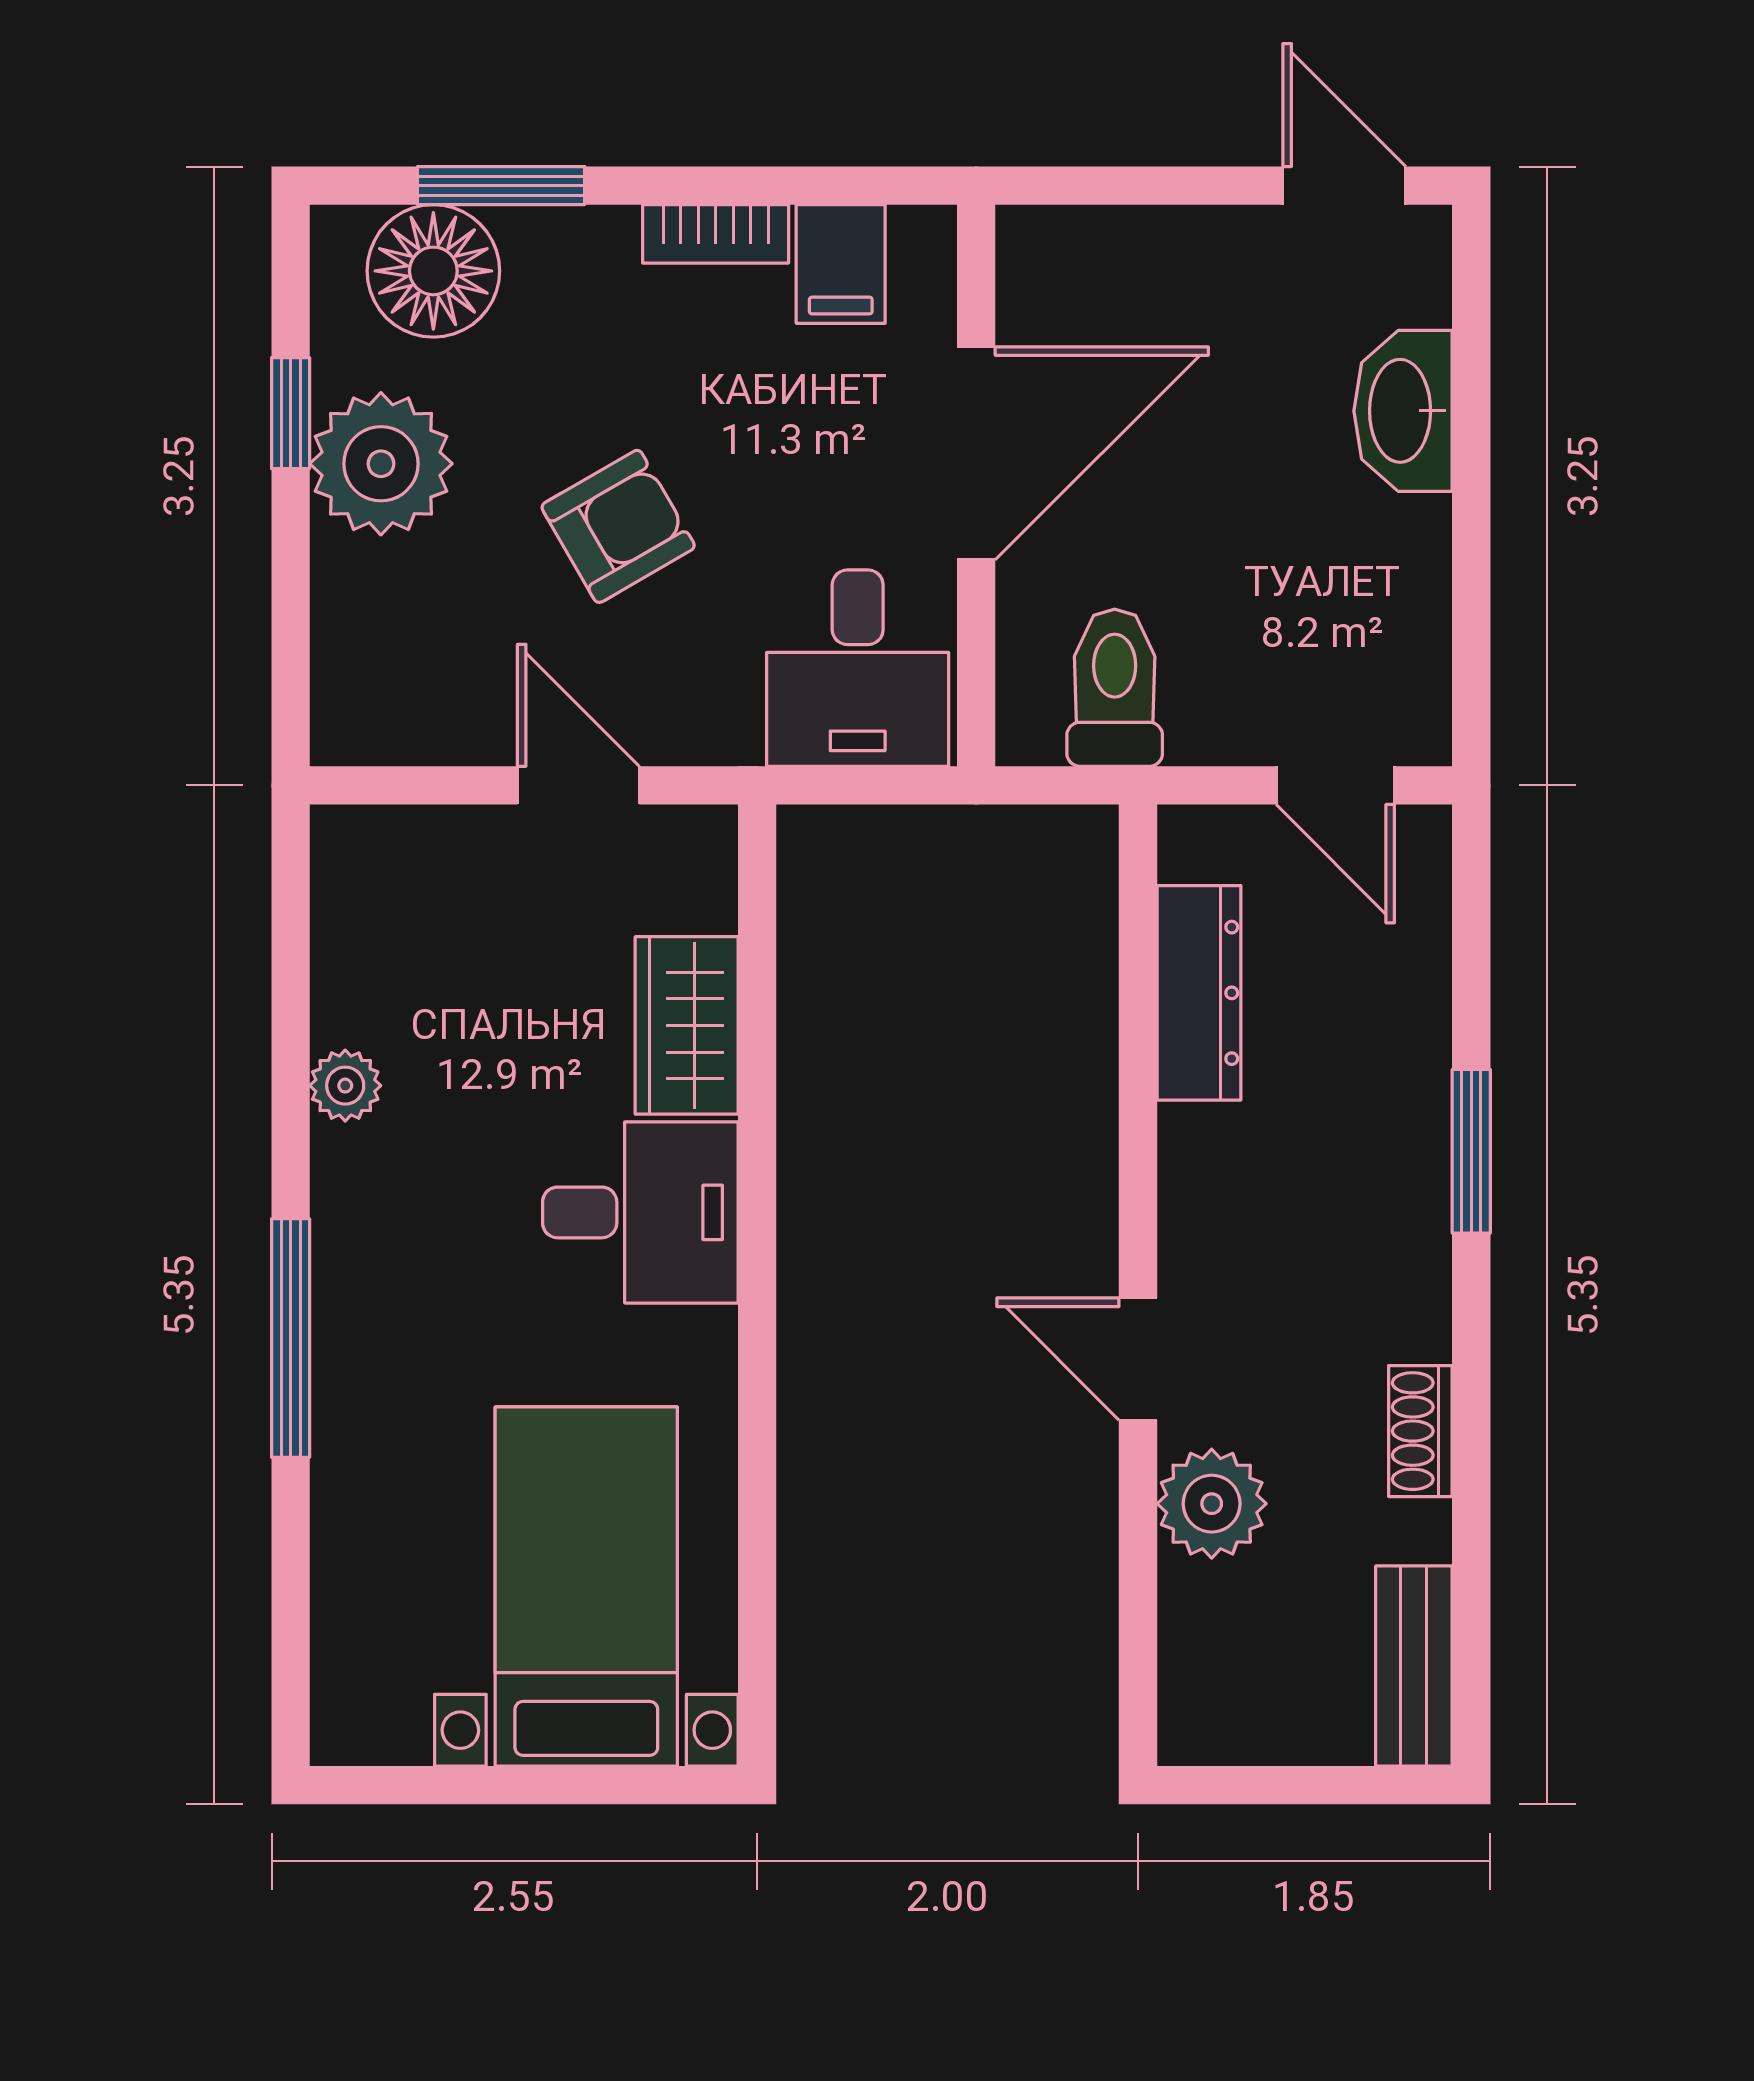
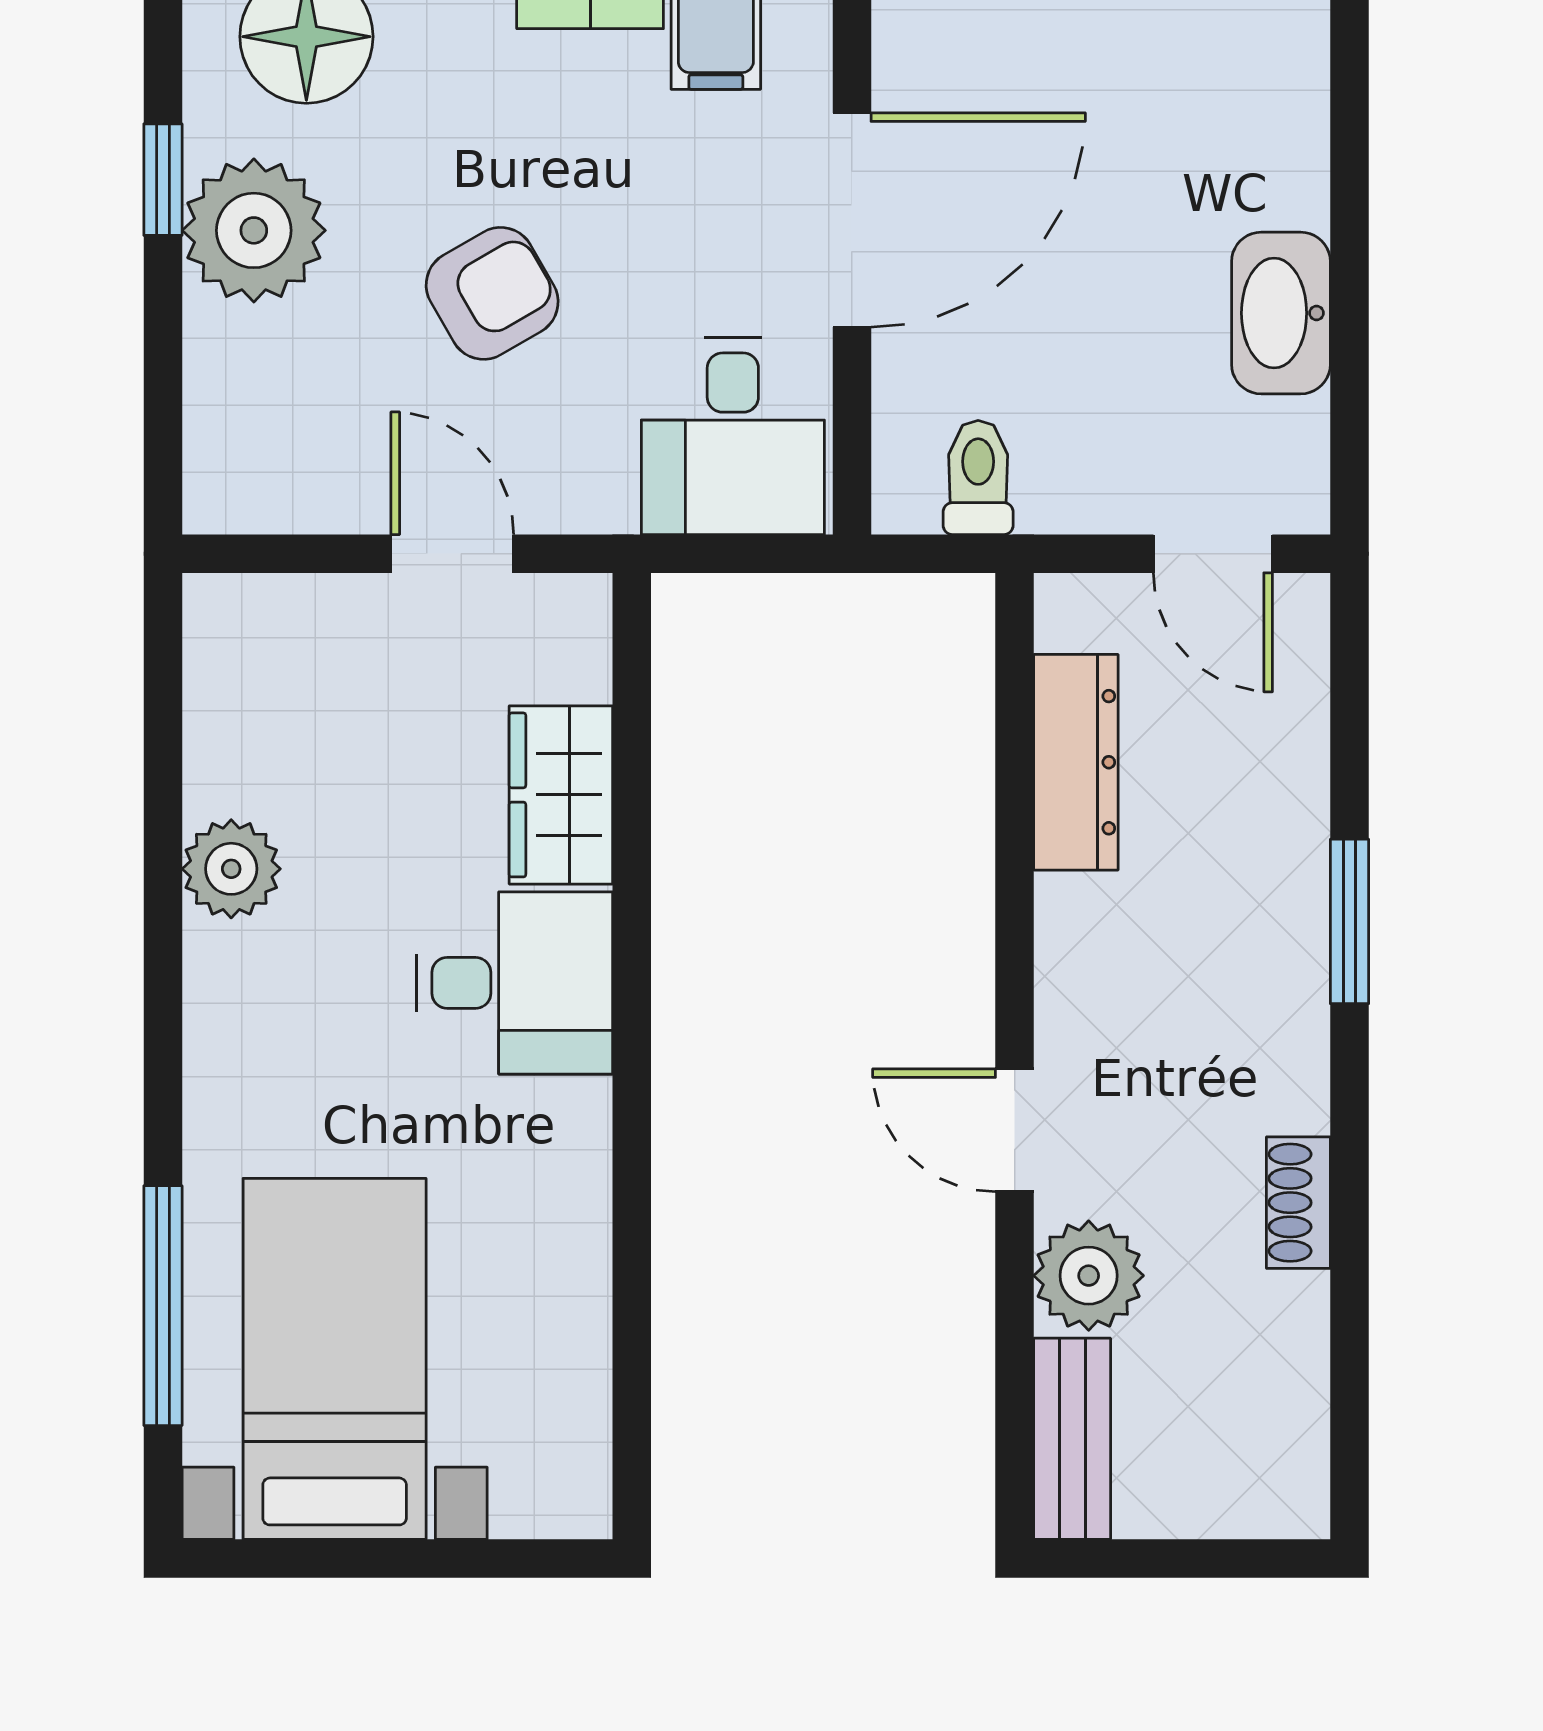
washbasin: (1403, 411) -> (1281, 313), moved
toilet: (1115, 688) -> (978, 478), width x0.73, depth x0.72
plant: (345, 1086) -> (231, 869), width x1.38, depth x1.38
window: (291, 1338) -> (163, 1306), moved
bed with nightstands: (586, 1586) -> (335, 1359), moved
bench: (1414, 1666) -> (1072, 1439), moved

